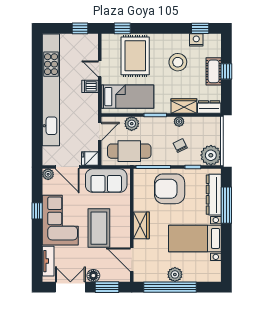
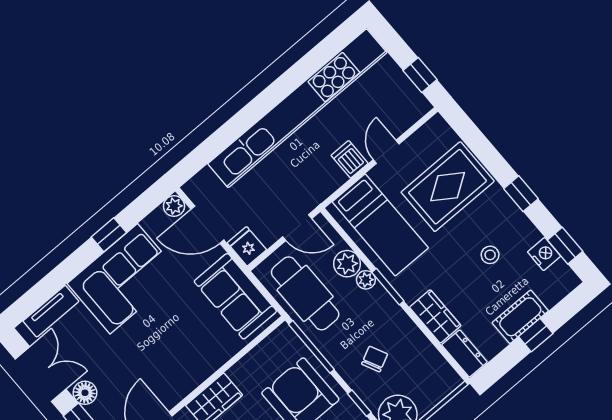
window: (122, 28) -> (521, 194), moved
stool: (178, 62) -> (490, 255), width x0.53, depth x0.53
plant: (179, 122) -> (366, 280), moved
door: (67, 167) -> (207, 225), hinge flipped
coffee table: (99, 228) -> (159, 343), removed

